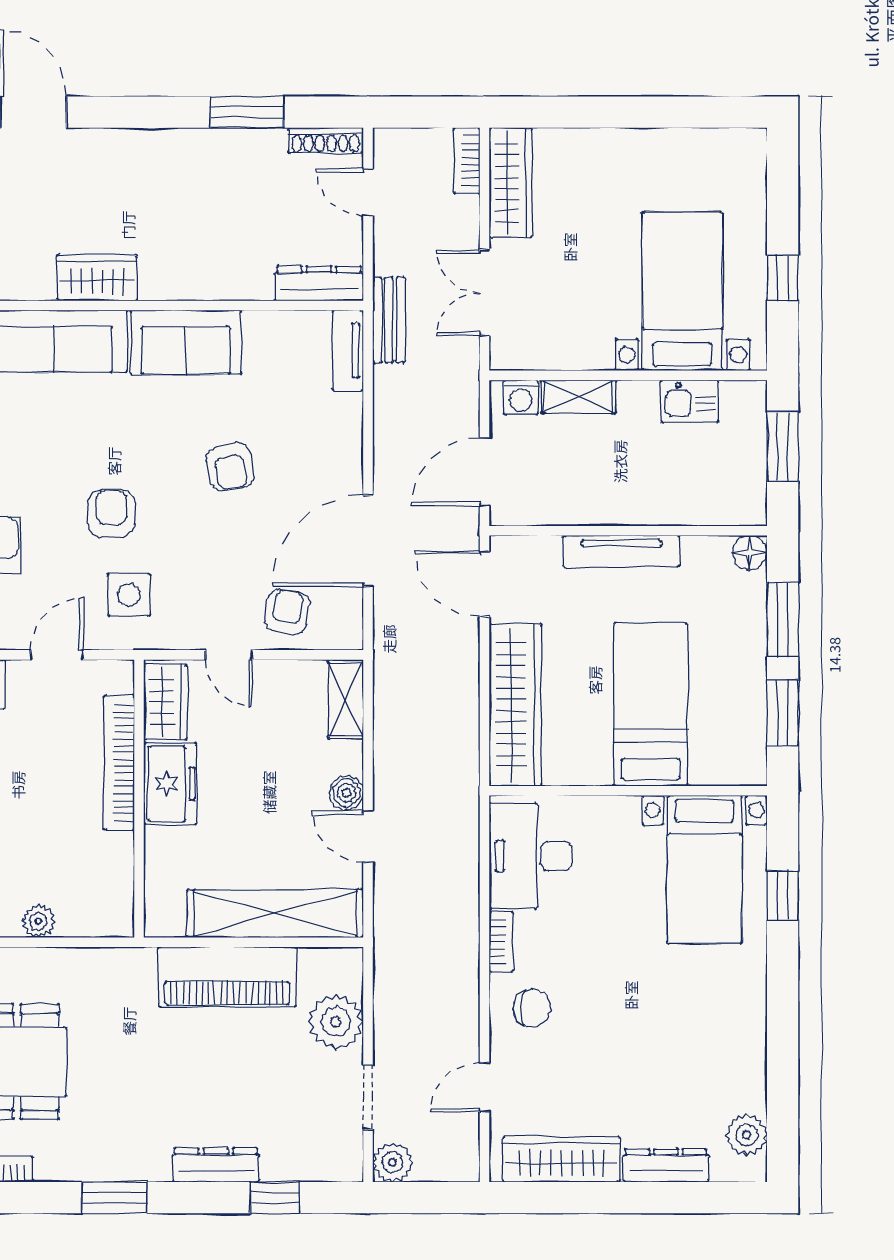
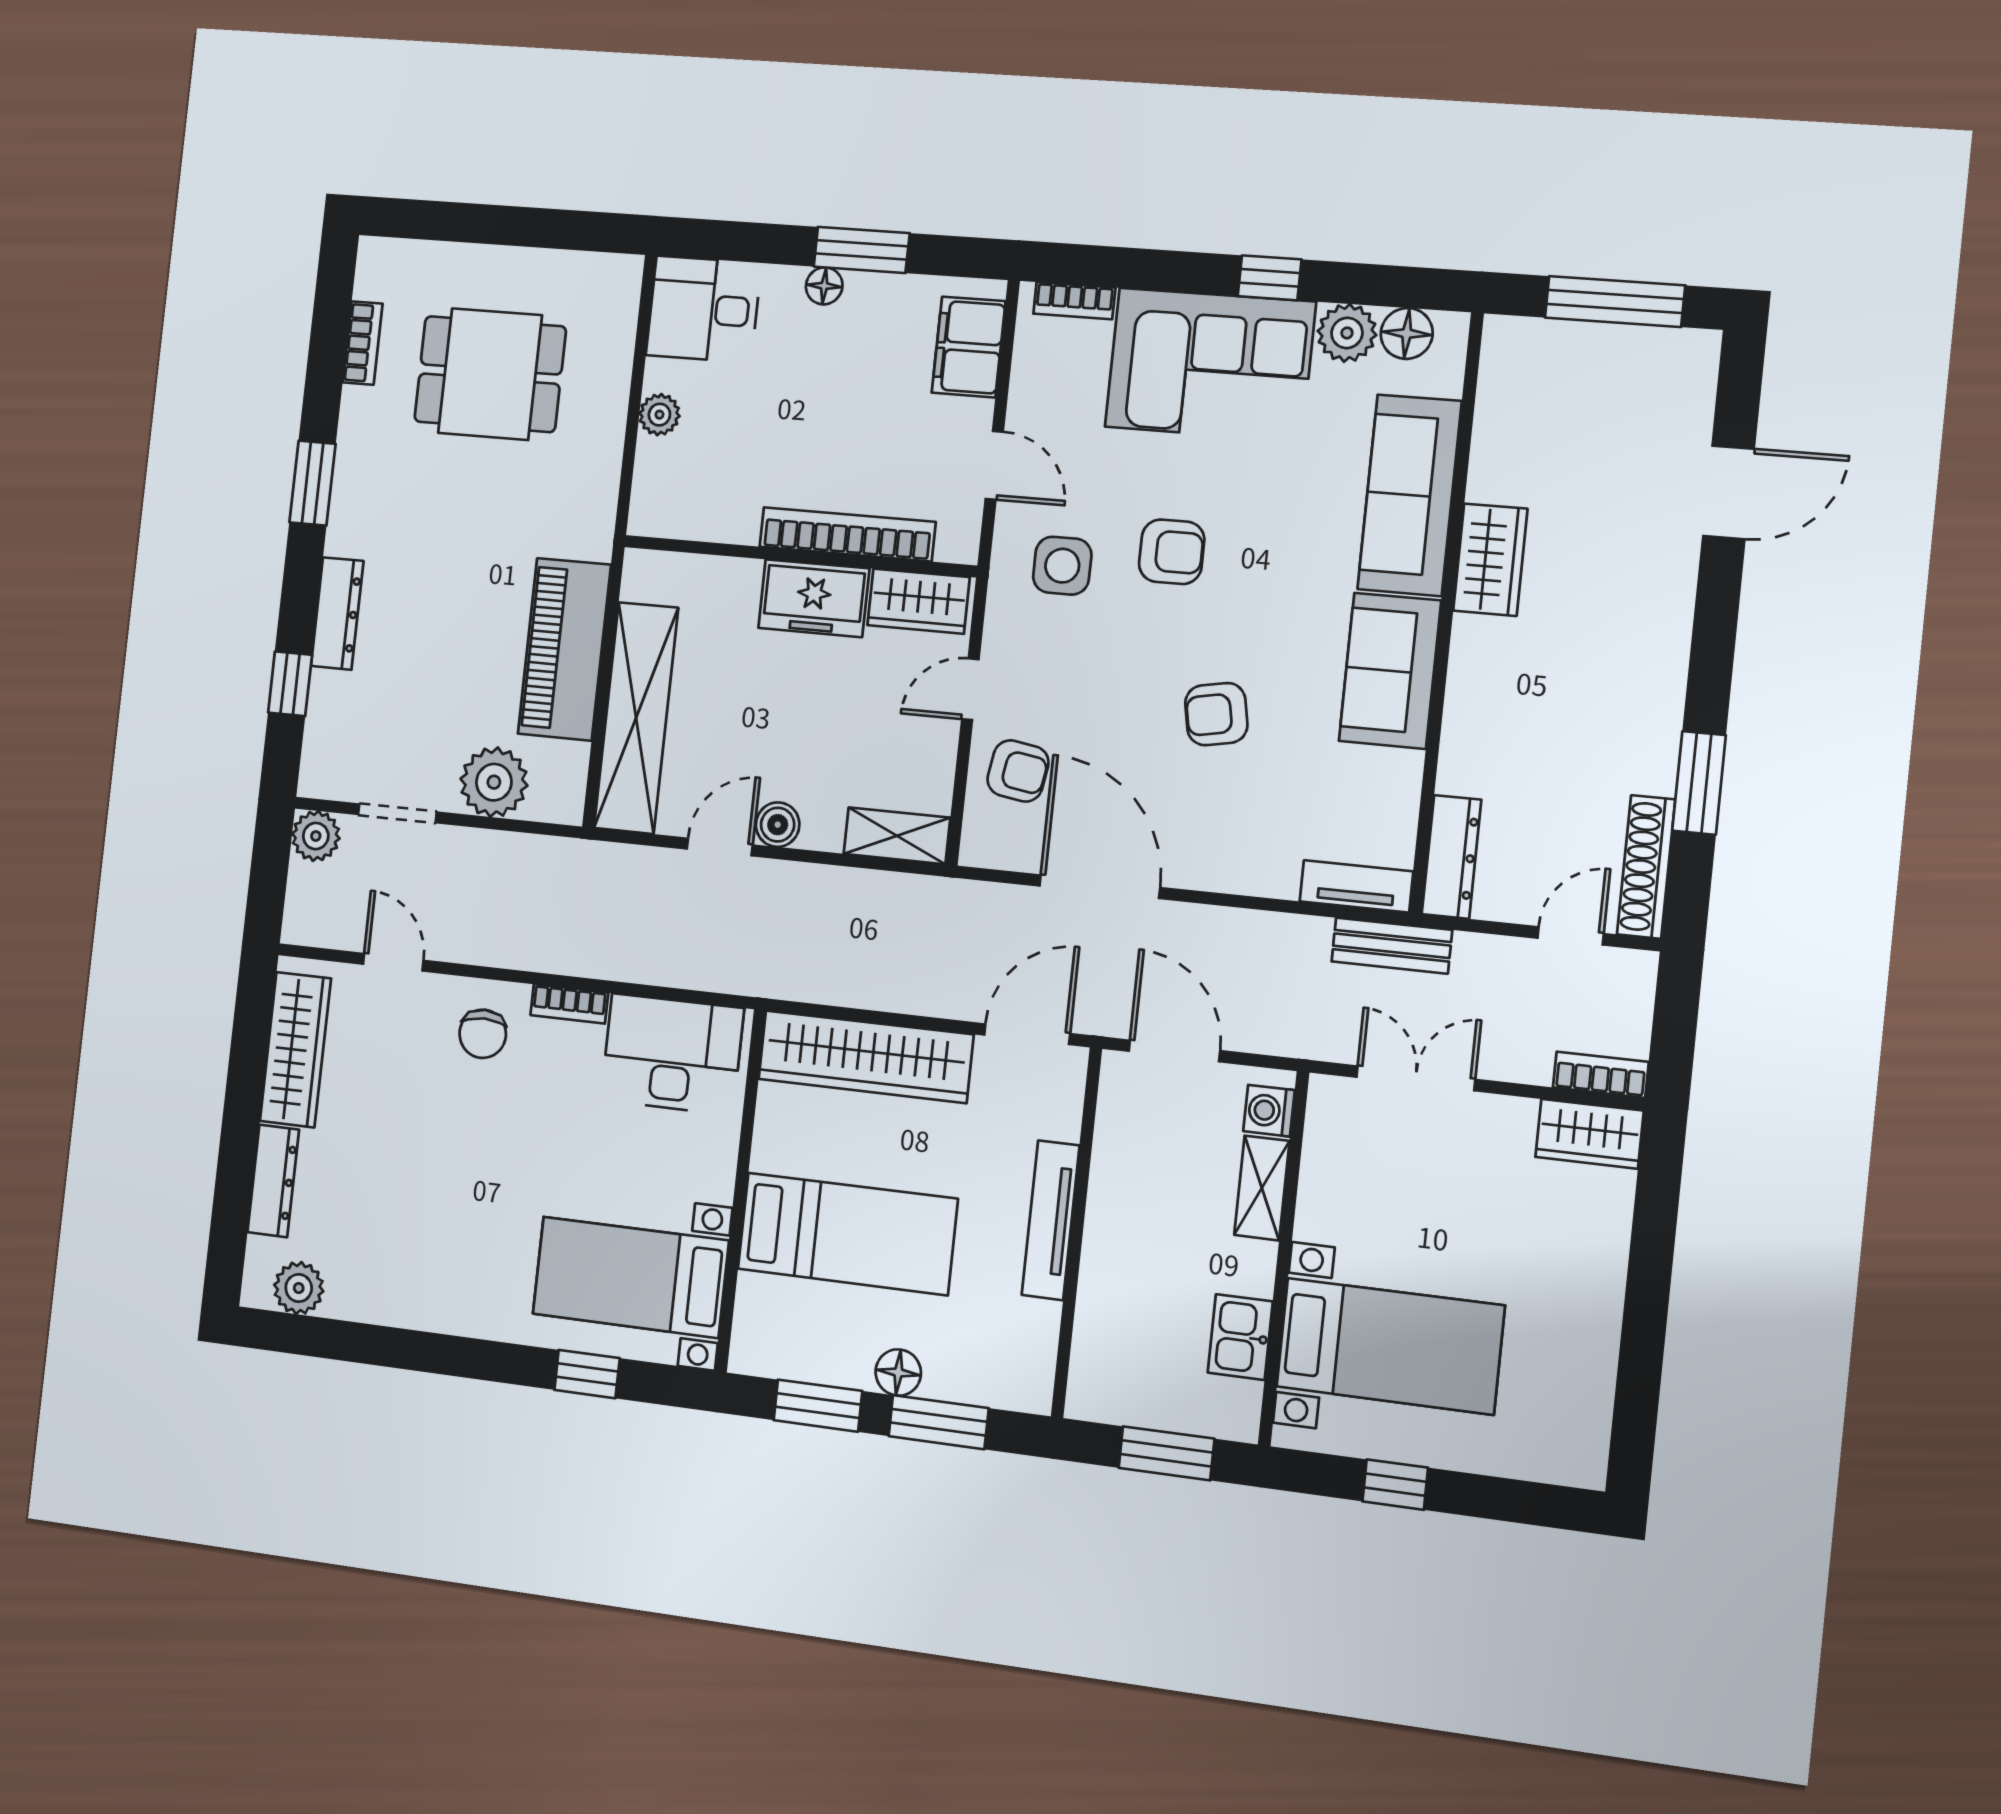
shoe rack: (326, 140) -> (1646, 867), width x1.36, depth x1.24
wardrobe: (510, 183) -> (1589, 1134), width x0.67
floor lamp: (750, 553) -> (898, 1373), moved

